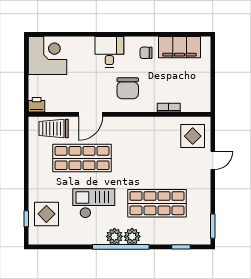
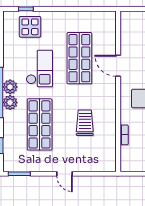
printer: (37, 105) -> (127, 18), removed
trolley: (54, 129) -> (85, 123), moved
display table: (193, 136) -> (99, 156), removed
door: (213, 160) -> (65, 174), moved

